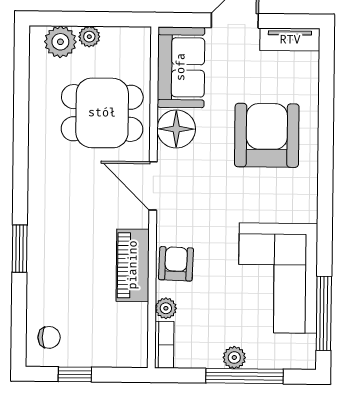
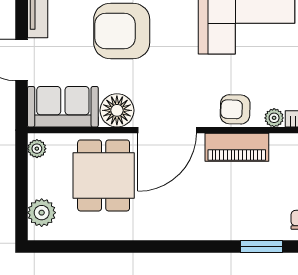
plant: (89, 37) -> (37, 149), moved
door: (153, 186) -> (167, 130), width x1.36
window: (20, 249) -> (262, 246), moved

